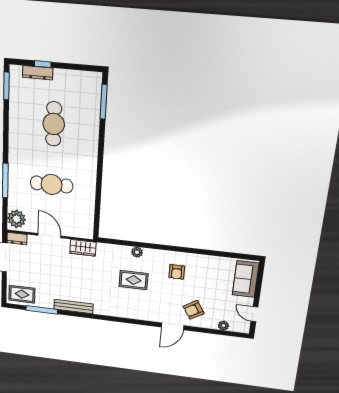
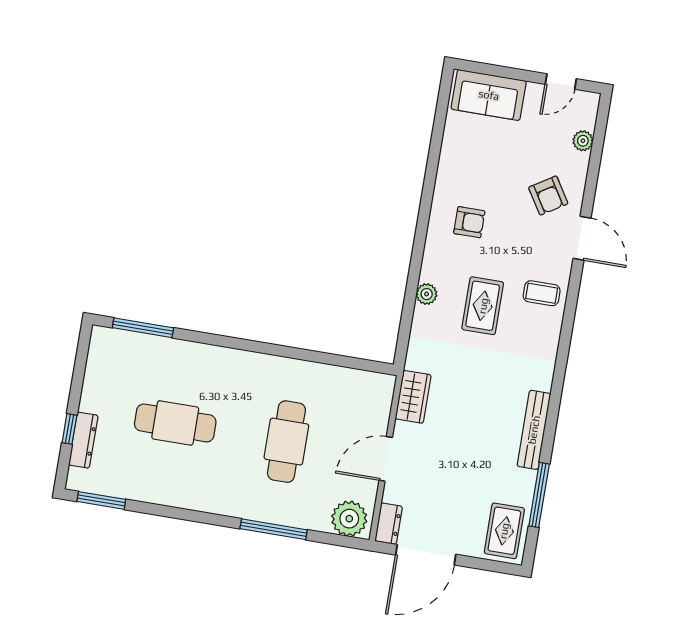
coffee table: (143, 308) -> (542, 293), added

